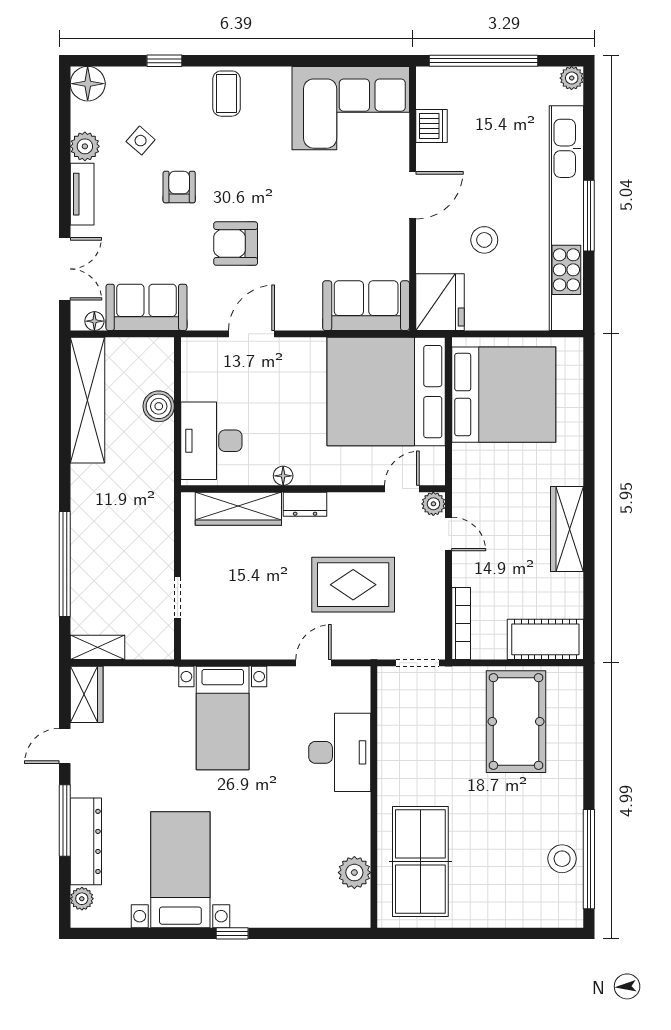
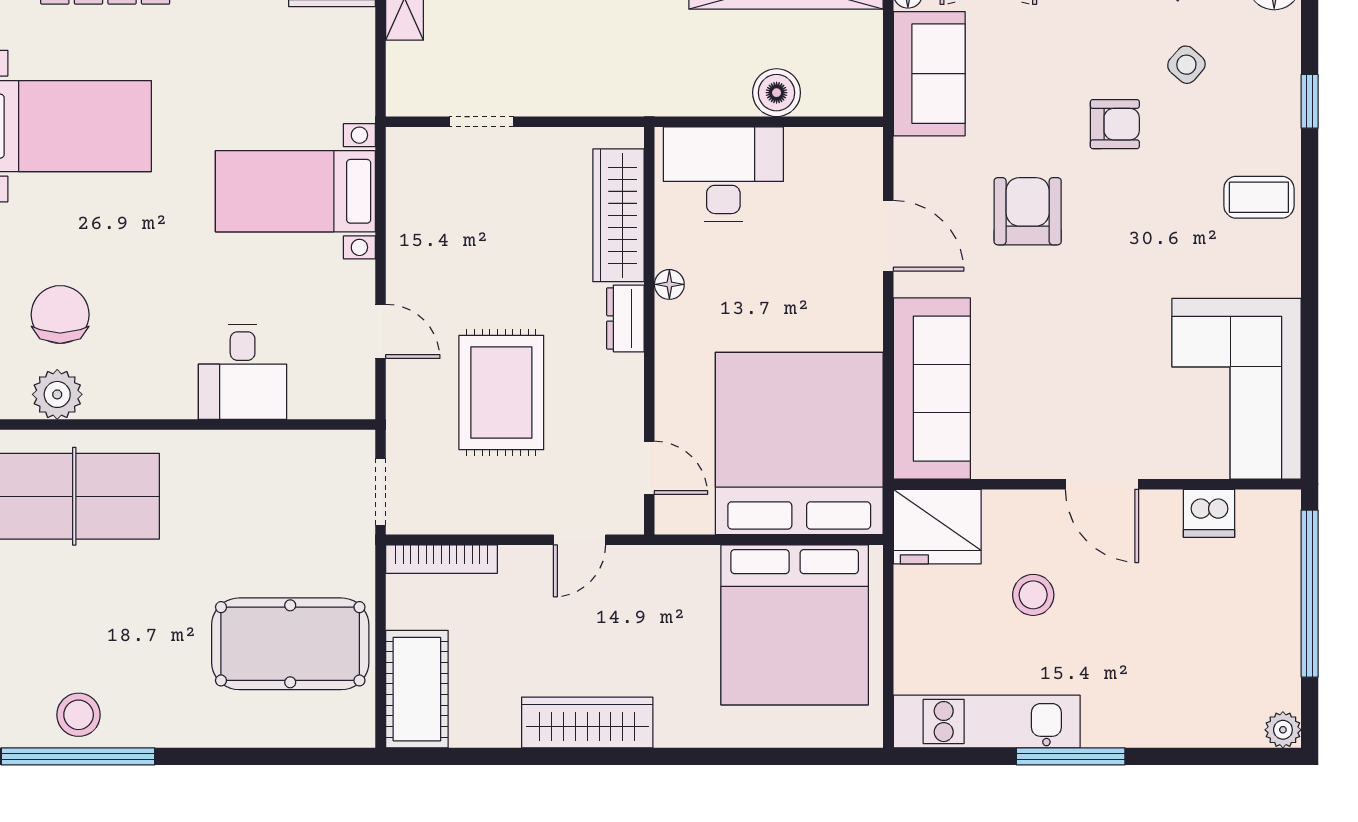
kitchen unit: (566, 218) -> (987, 722), width x0.54
sofa: (366, 306) -> (932, 389), width x1.36
plant: (433, 504) -> (626, 516), removed
desk: (340, 752) -> (243, 372), width x0.73
chair: (303, 871) -> (60, 315), added

